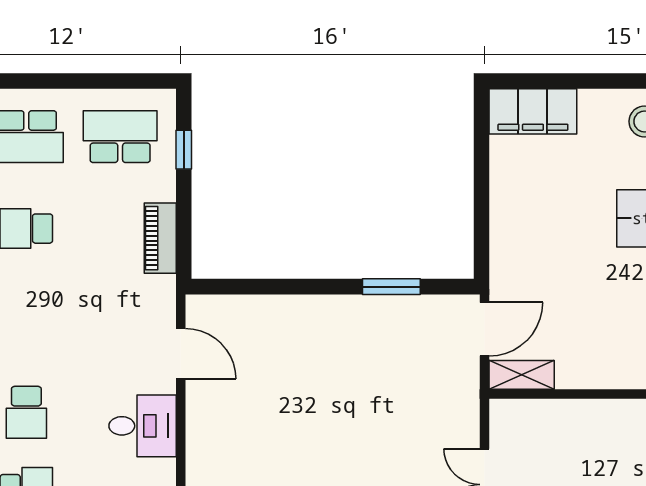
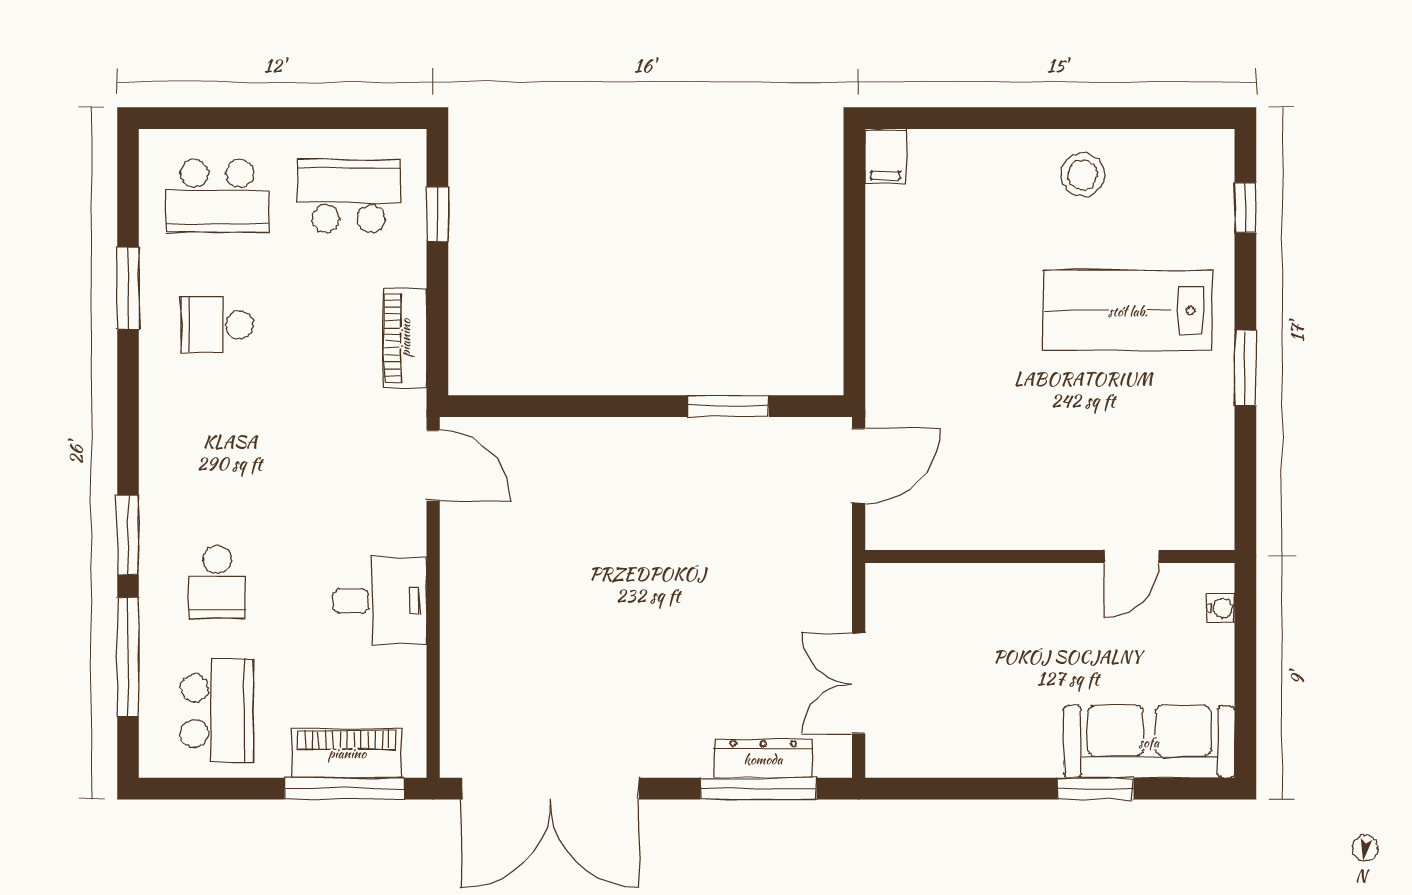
filing cabinet: (533, 111) -> (885, 156), width x0.33, depth x0.86
door: (181, 354) -> (433, 466), moved
shelving: (522, 375) -> (910, 530), removed

